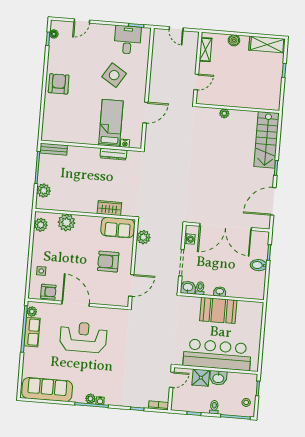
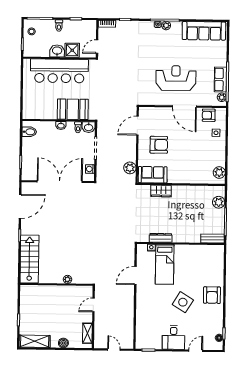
desk: (128, 40) -> (174, 337), moved
side table: (114, 75) -> (183, 302), moved
plant: (66, 223) -> (197, 176), removed
bidet: (259, 265) -> (29, 132), moved
booth: (218, 310) -> (73, 109), moved
reception desk: (83, 337) -> (176, 78), turned 180

